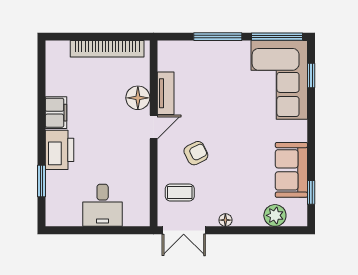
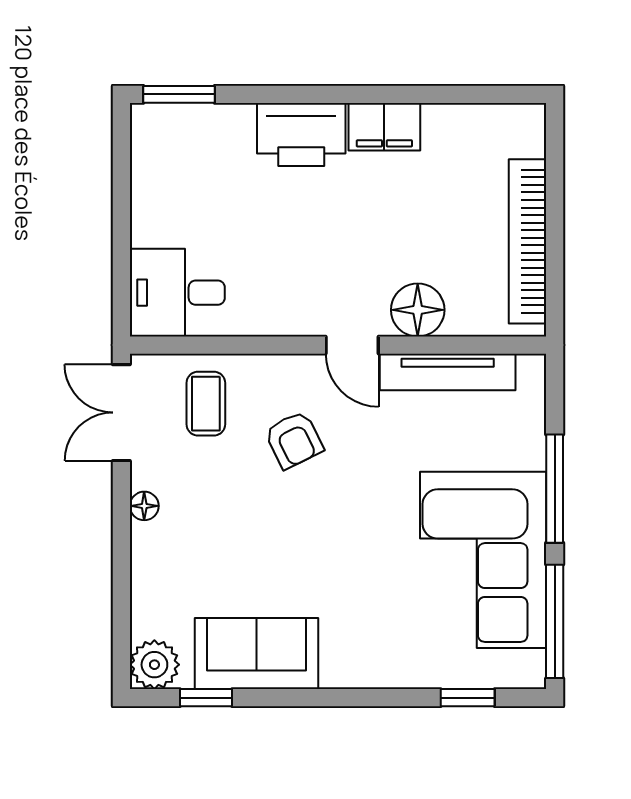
corner sofa: (279, 80) -> (483, 560), moved, turned -90
tv unit: (166, 93) -> (448, 372), width x1.41
window: (42, 181) -> (179, 94), moved
desk: (103, 205) -> (177, 293), moved
plant: (275, 215) -> (154, 665), moved

